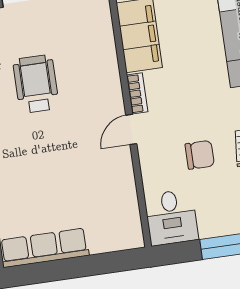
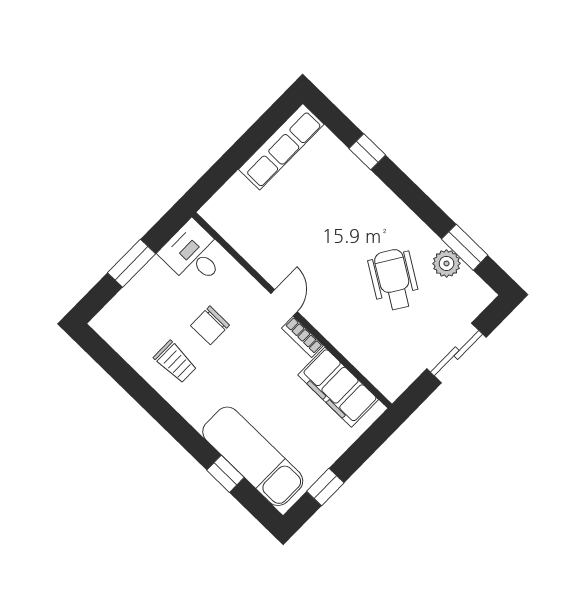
wheelchair: (36, 84) -> (394, 280), turned -148

